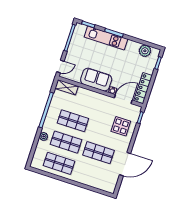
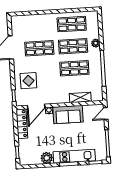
plant: (145, 51) -> (47, 158), moved
shelving: (67, 87) -> (80, 97), moved

